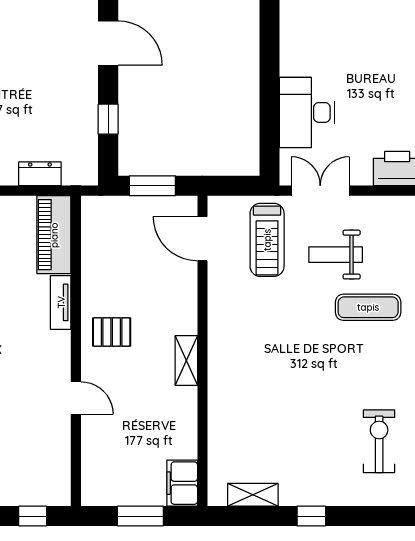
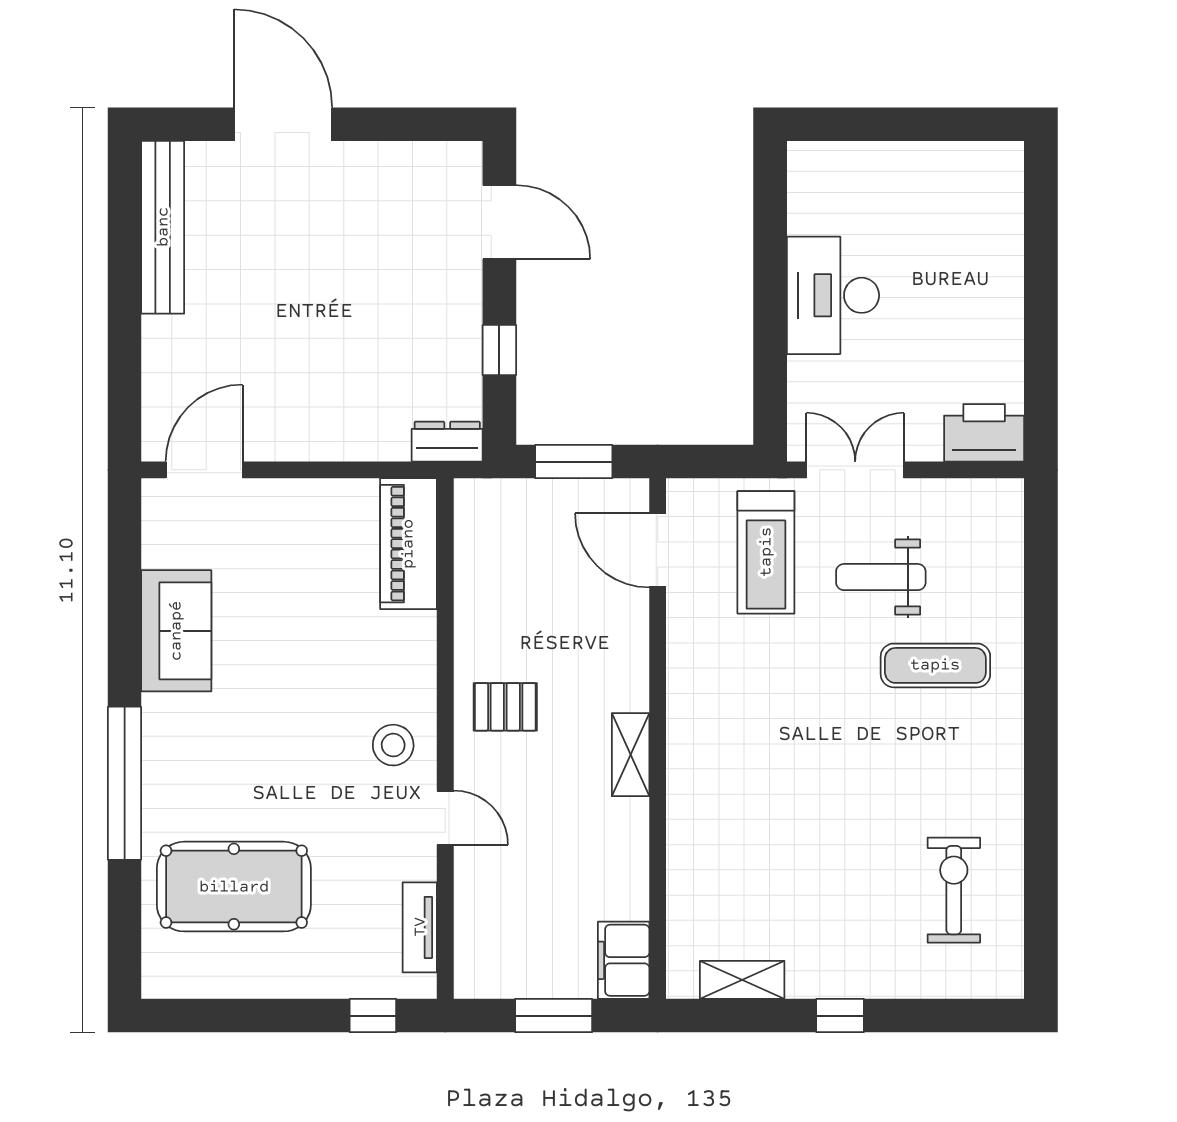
desk: (307, 112) -> (833, 295), moved
dresser: (40, 174) -> (447, 442), moved
tv unit: (61, 302) -> (420, 927), moved
stool: (45, 355) -> (393, 745), added

